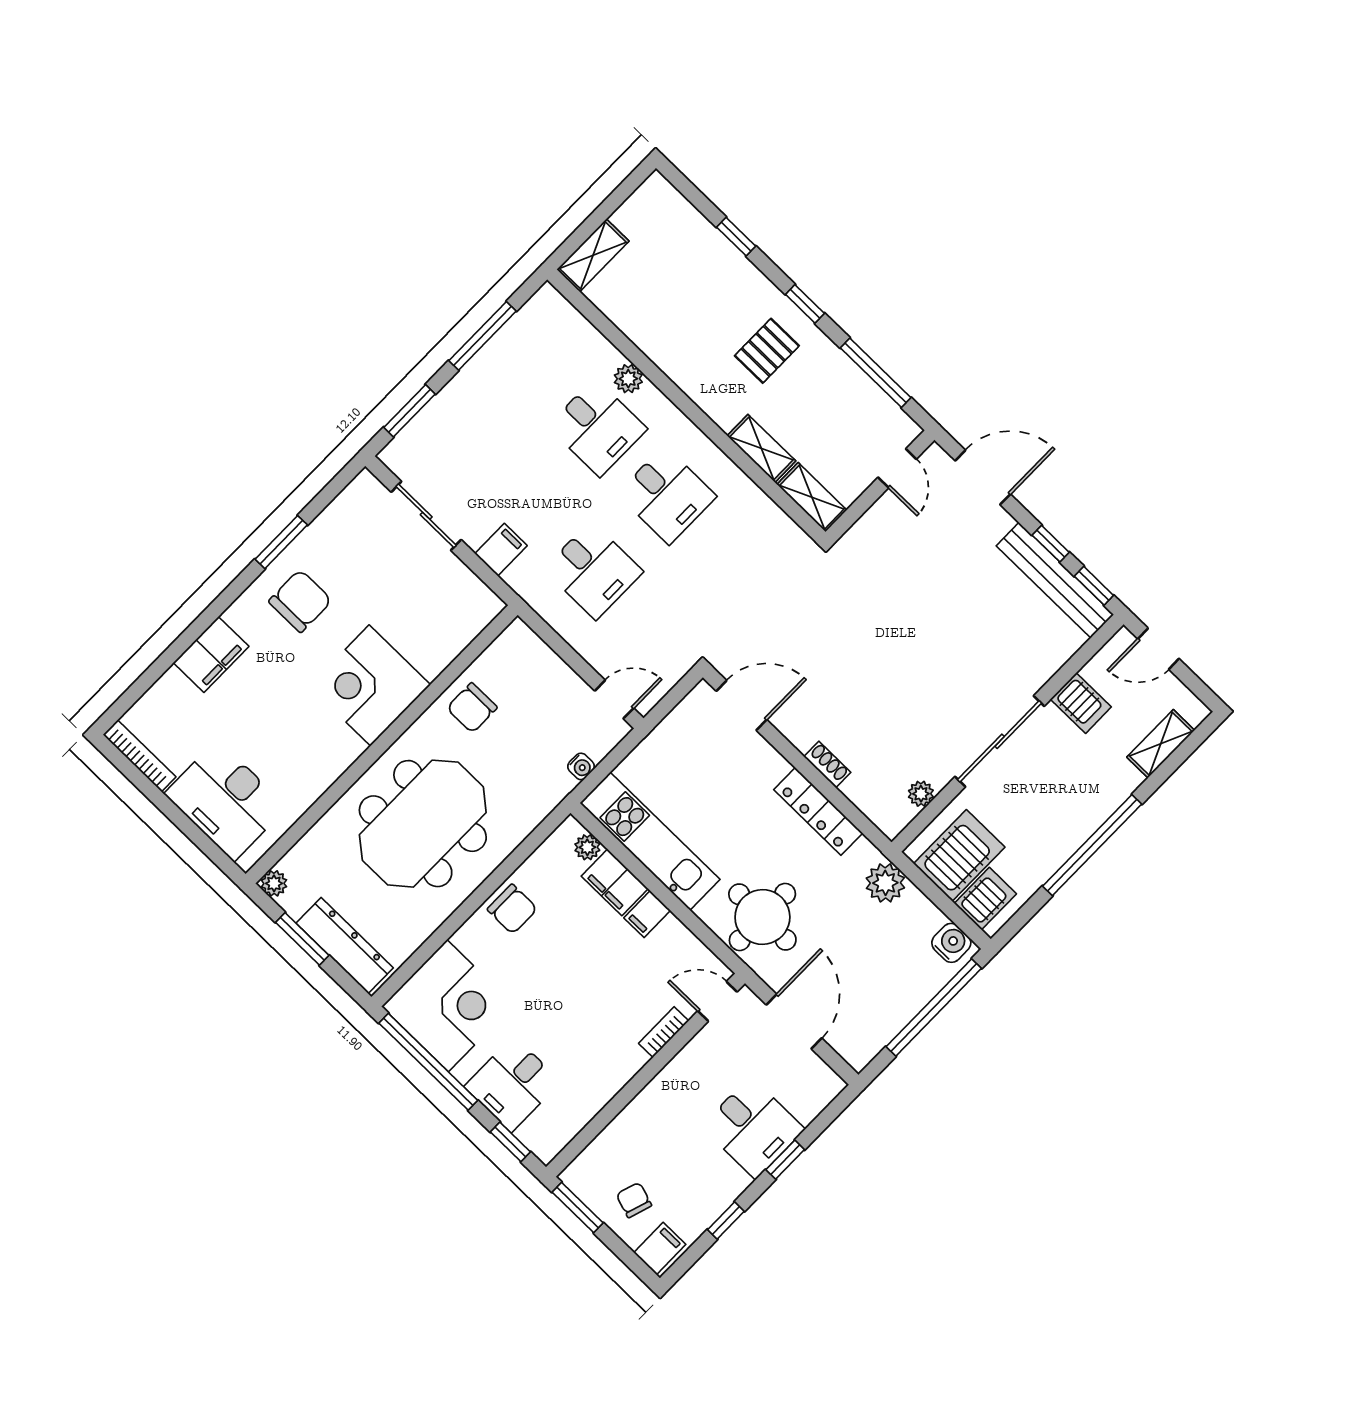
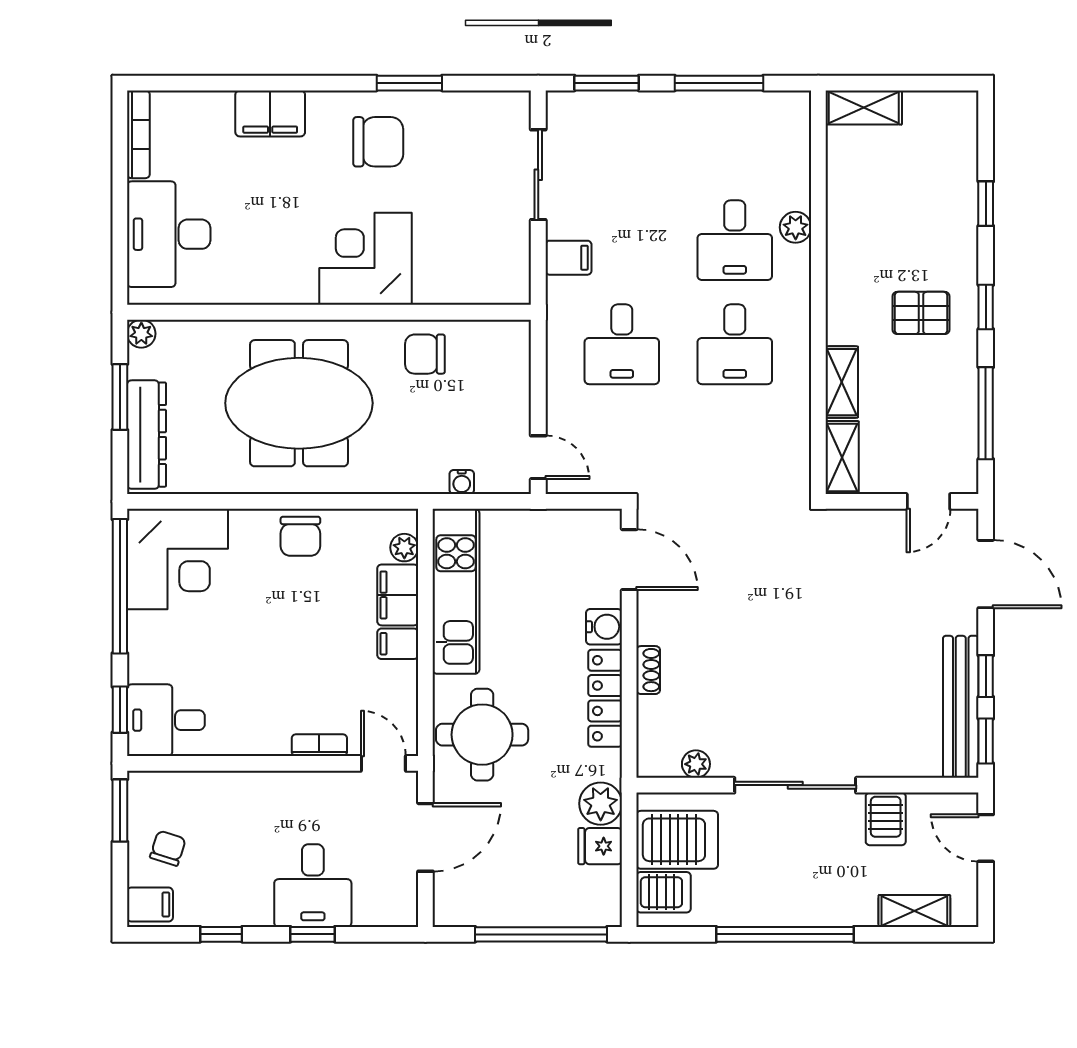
fridge: (913, 911) -> (600, 846), added
water cooler: (951, 943) -> (604, 627), moved
desk: (512, 1084) -> (166, 720), moved

